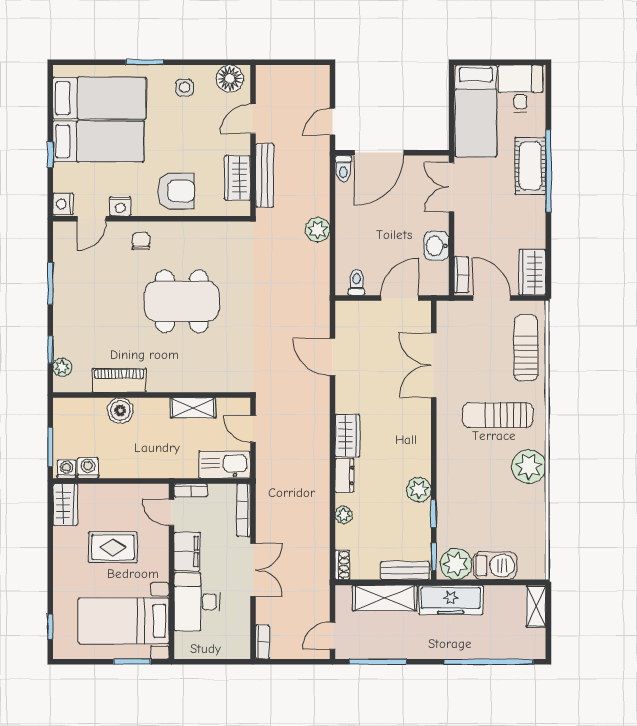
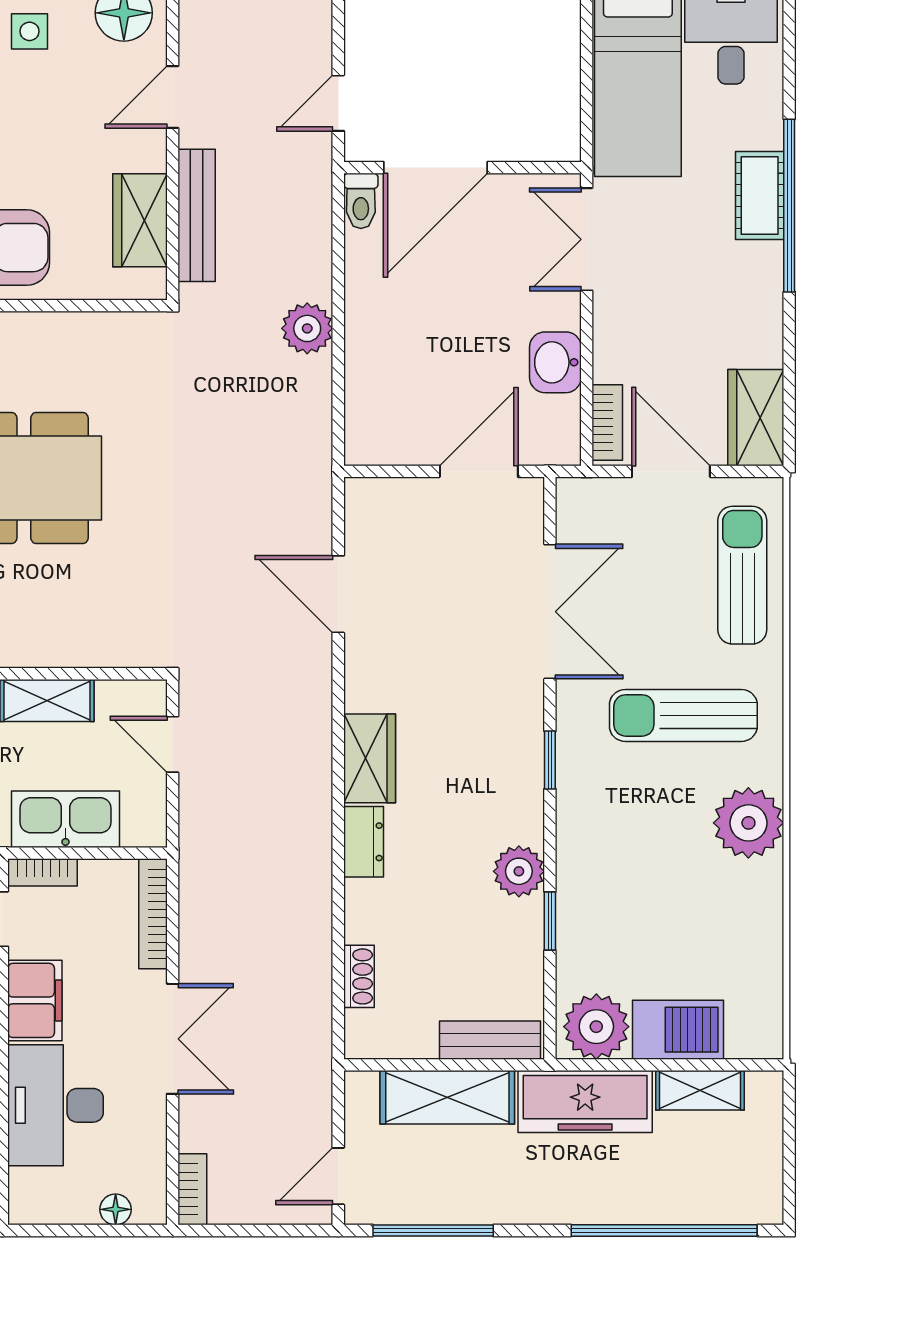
cot: (530, 166) -> (760, 196), width x0.73, depth x0.75
toilet: (356, 282) -> (388, 439), removed
double door: (434, 365) -> (550, 612), swing flipped
kitchen sink: (225, 465) -> (65, 819), moved
plant: (344, 515) -> (362, 924), removed
window: (434, 557) -> (550, 760), moved
shoe rack: (342, 565) -> (359, 976), moved
shelving: (536, 606) -> (700, 1090), moved, turned 90
floor lamp: (226, 652) -> (116, 1209), added

